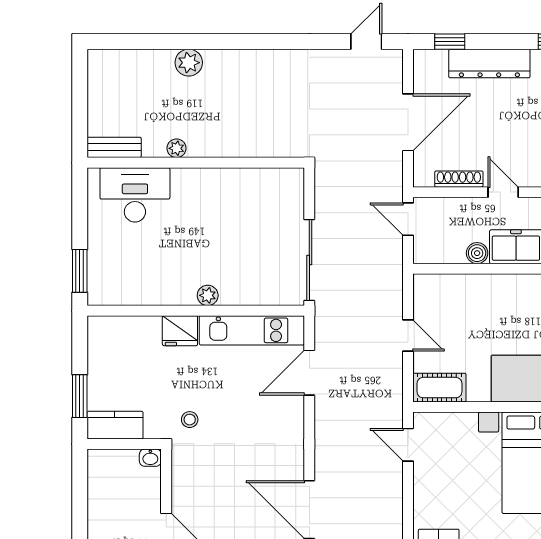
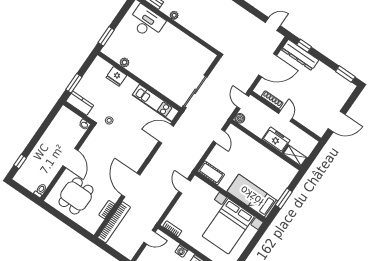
dresser: (489, 63) -> (300, 55), moved
boiler: (477, 253) -> (240, 118), moved
plant: (208, 295) -> (125, 62), moved
fridge: (180, 331) -> (116, 76), moved
door: (408, 335) -> (219, 136), moved

